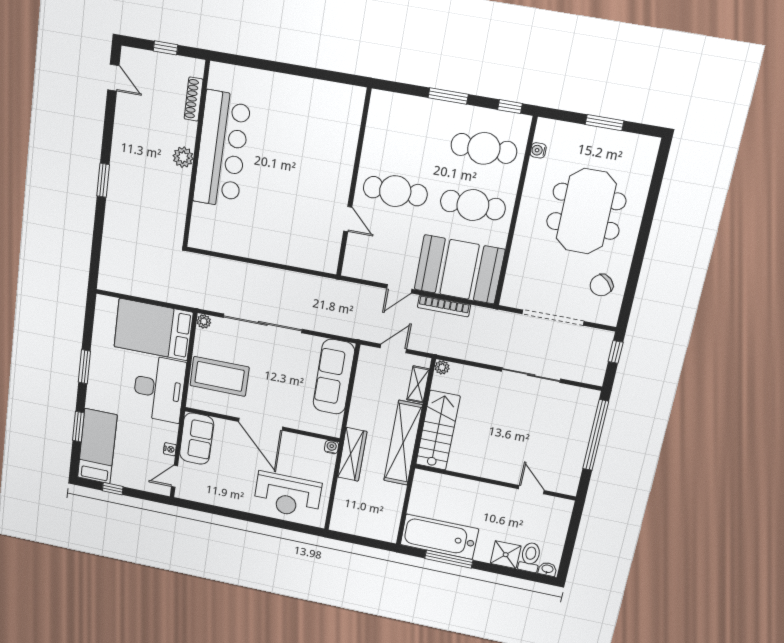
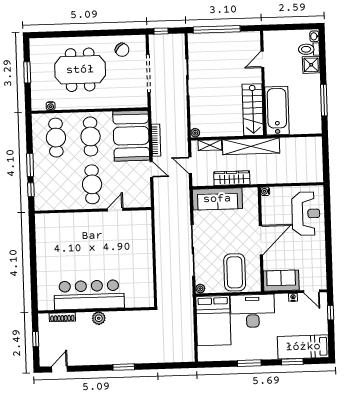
window: (510, 107) -> (31, 190), moved
stairs: (438, 430) -> (253, 110), moved, turned -90
wardrobe: (352, 454) -> (232, 178), moved
window: (113, 489) -> (331, 313), moved
bathtub: (439, 537) -> (277, 111), moved, turned 180

